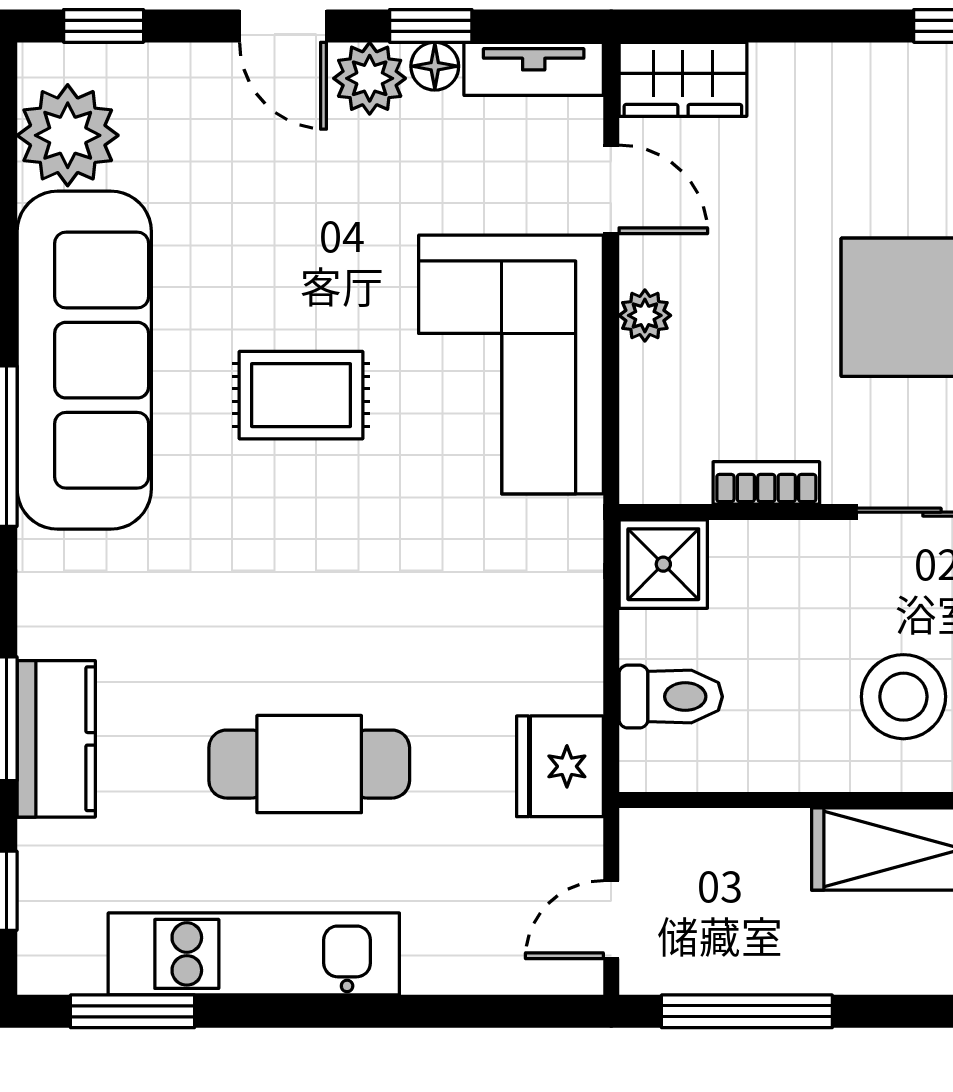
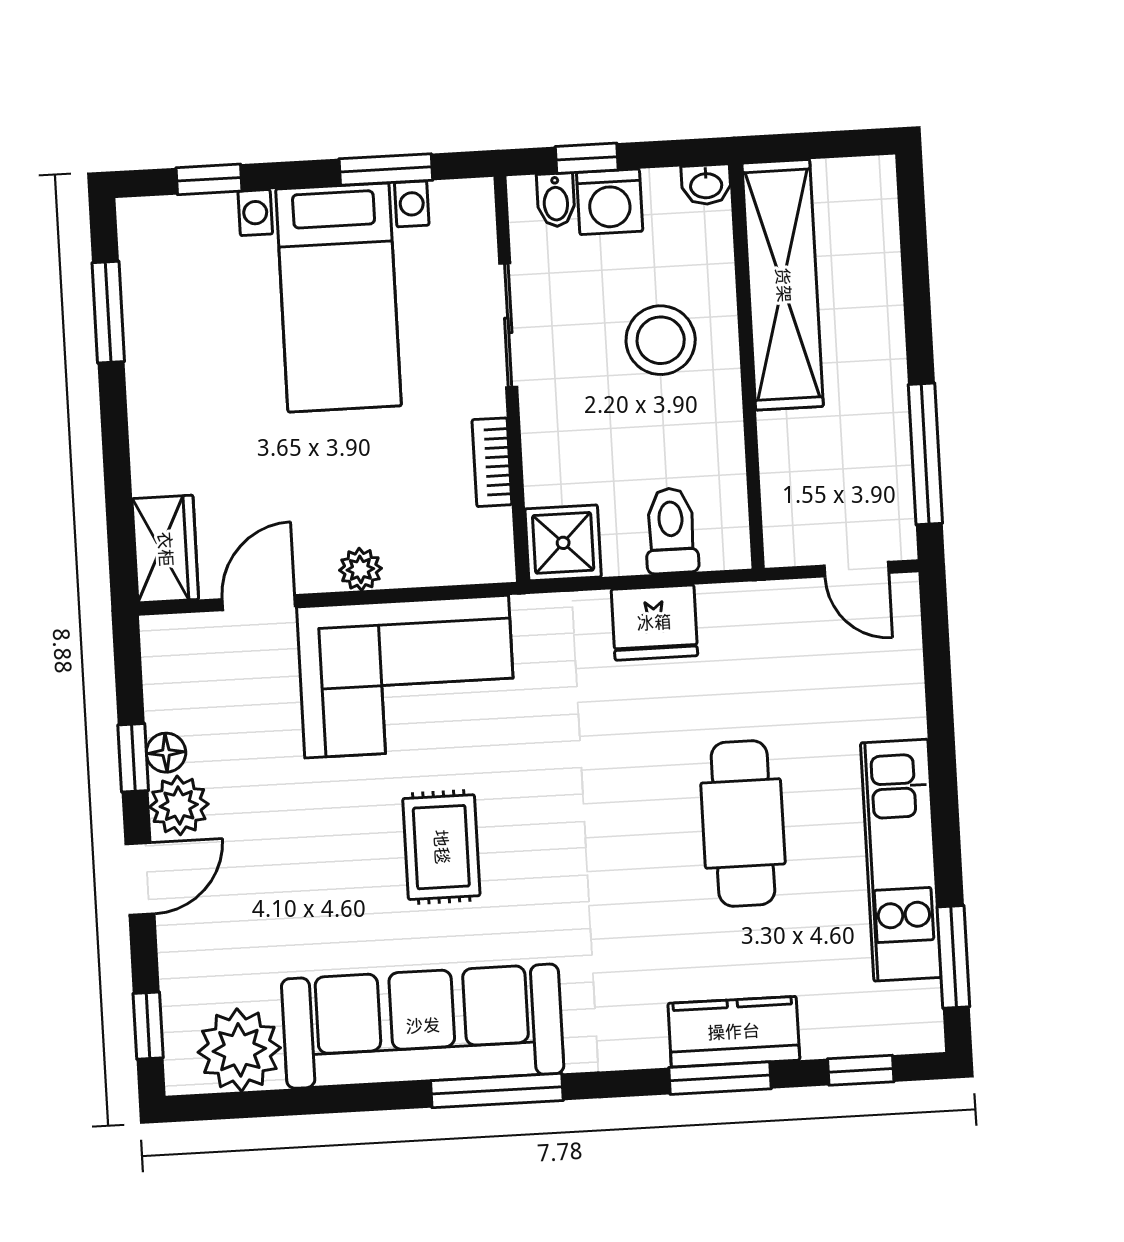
tv unit: (534, 69) -> (164, 672), removed
fridge: (560, 766) -> (654, 623), moved

